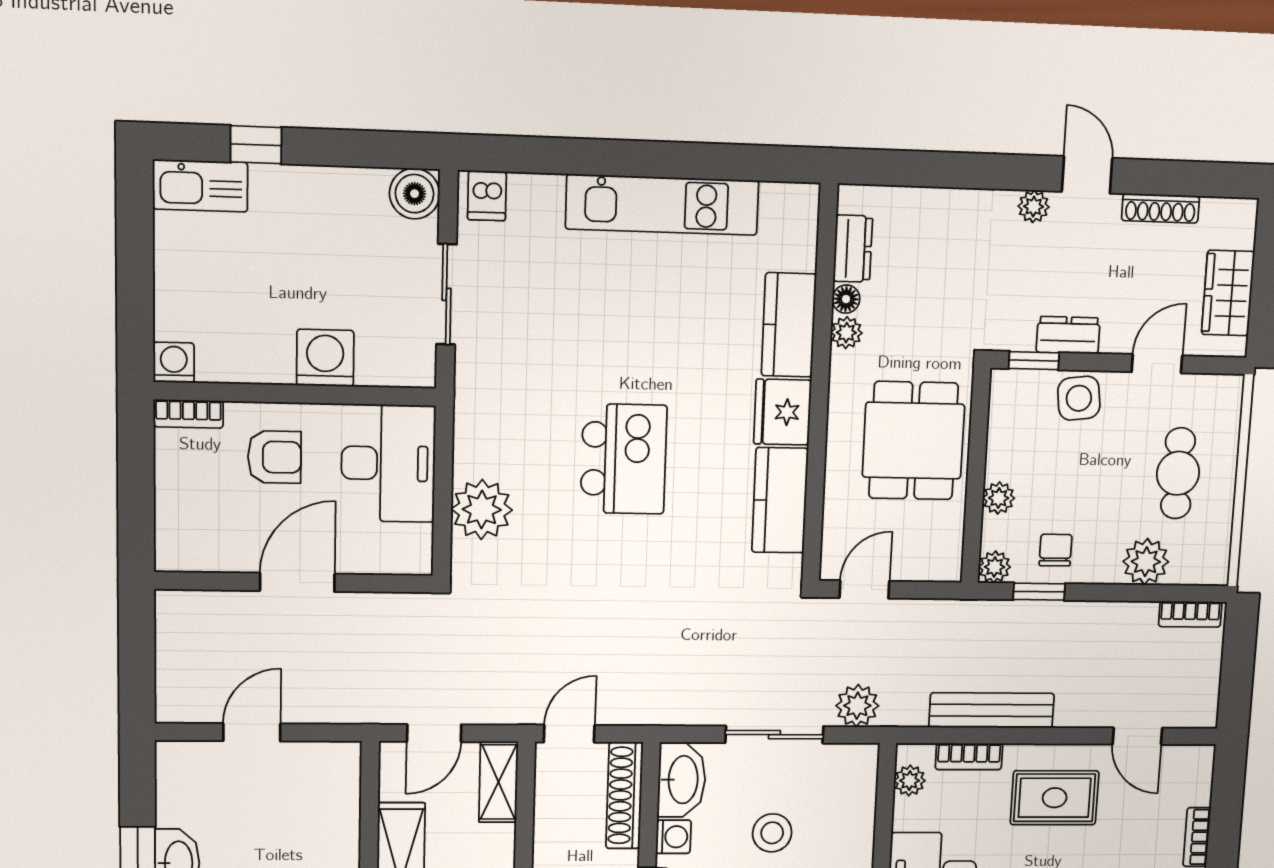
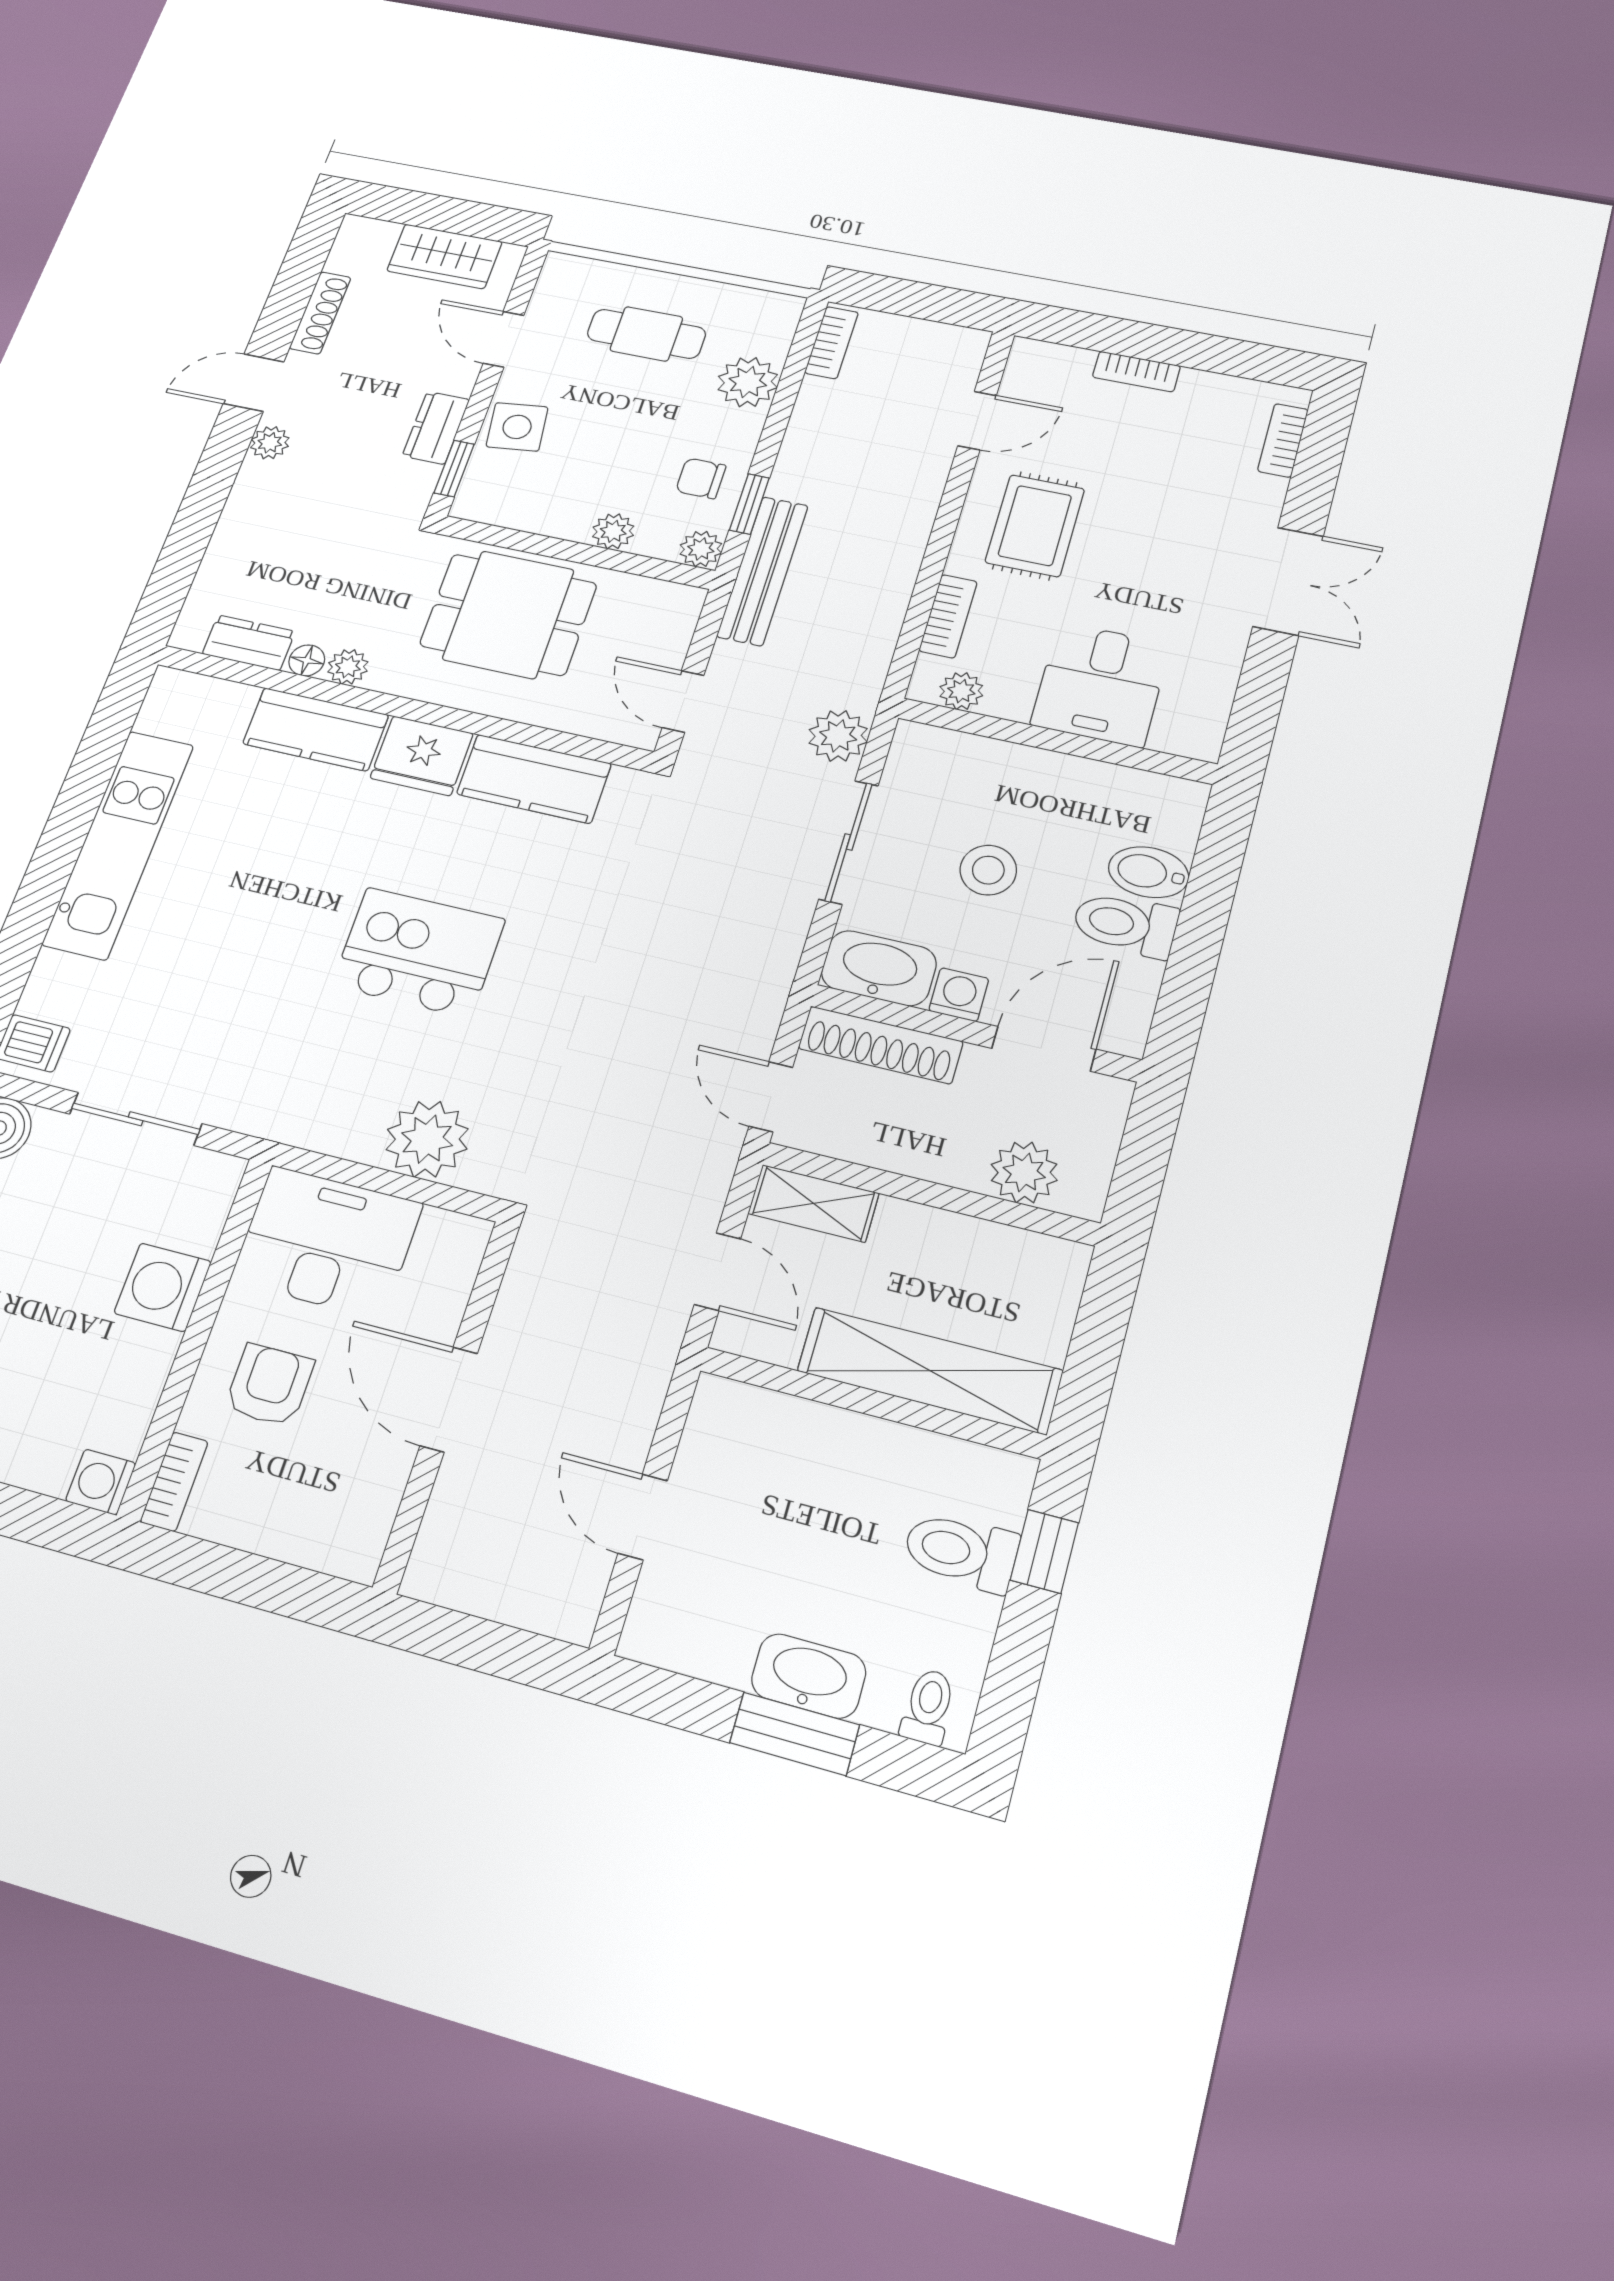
bench: (992, 710) -> (763, 571), moved

